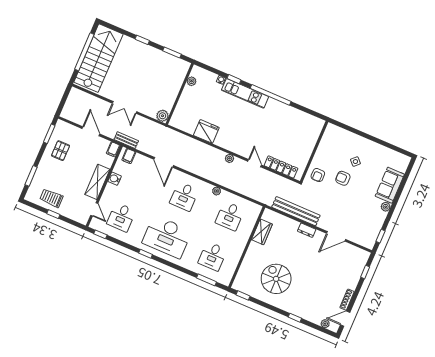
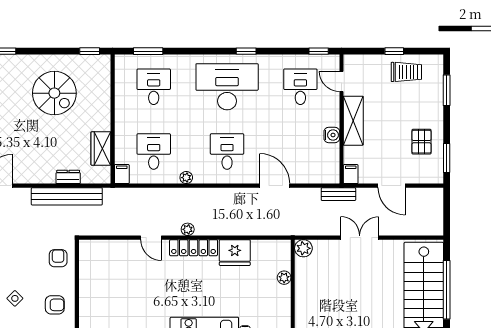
plant: (191, 81) -> (284, 278), moved
filing cabinet: (129, 156) -> (122, 174), moved
locker: (281, 167) -> (194, 248), moved
armchair: (343, 178) -> (55, 305), moved
dresser: (307, 230) -> (68, 177), moved

